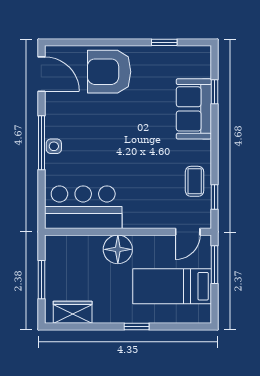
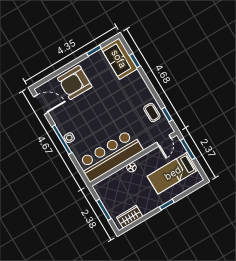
sofa: (194, 109) -> (119, 59), moved
bar counter: (83, 207) -> (110, 156), width x1.36
floor lamp: (118, 249) -> (131, 167), width x0.53, depth x0.53

